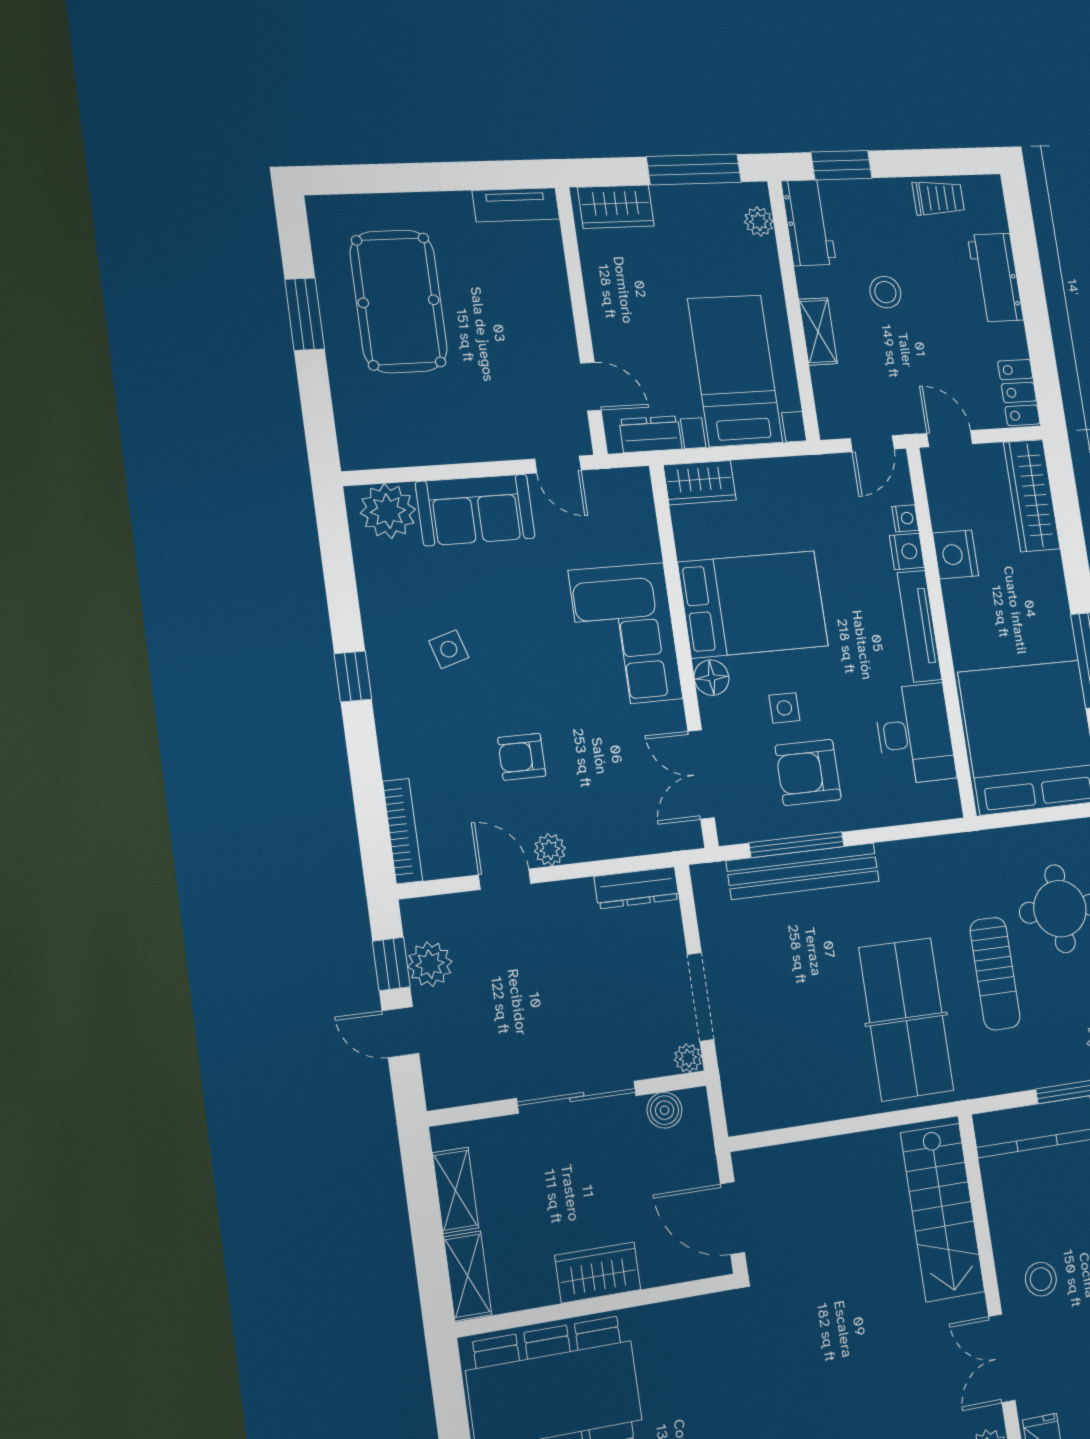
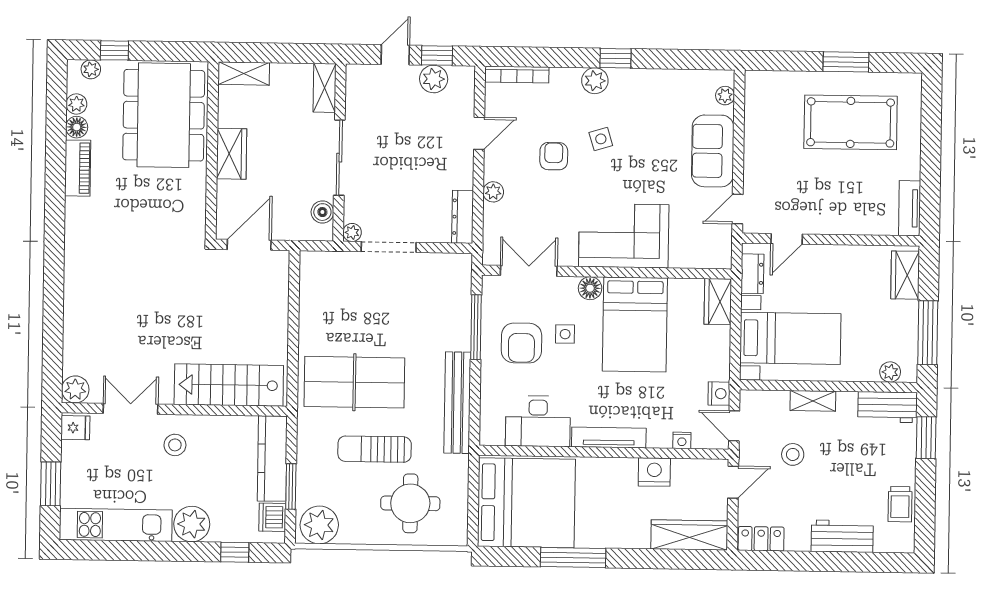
stool: (885, 292) -> (793, 454), moved
plant: (388, 511) -> (725, 96), width x0.53, depth x0.53
nightstand: (907, 551) -> (719, 394), moved, turned -90
side table: (449, 649) -> (601, 139), moved
plant: (394, 705) -> (595, 81), added
armchair: (808, 772) -> (521, 343), turned 180
plant: (550, 850) -> (493, 192), moved
bench: (803, 871) -> (457, 403), moved
shelving: (456, 1190) -> (325, 88), moved, turned 90

